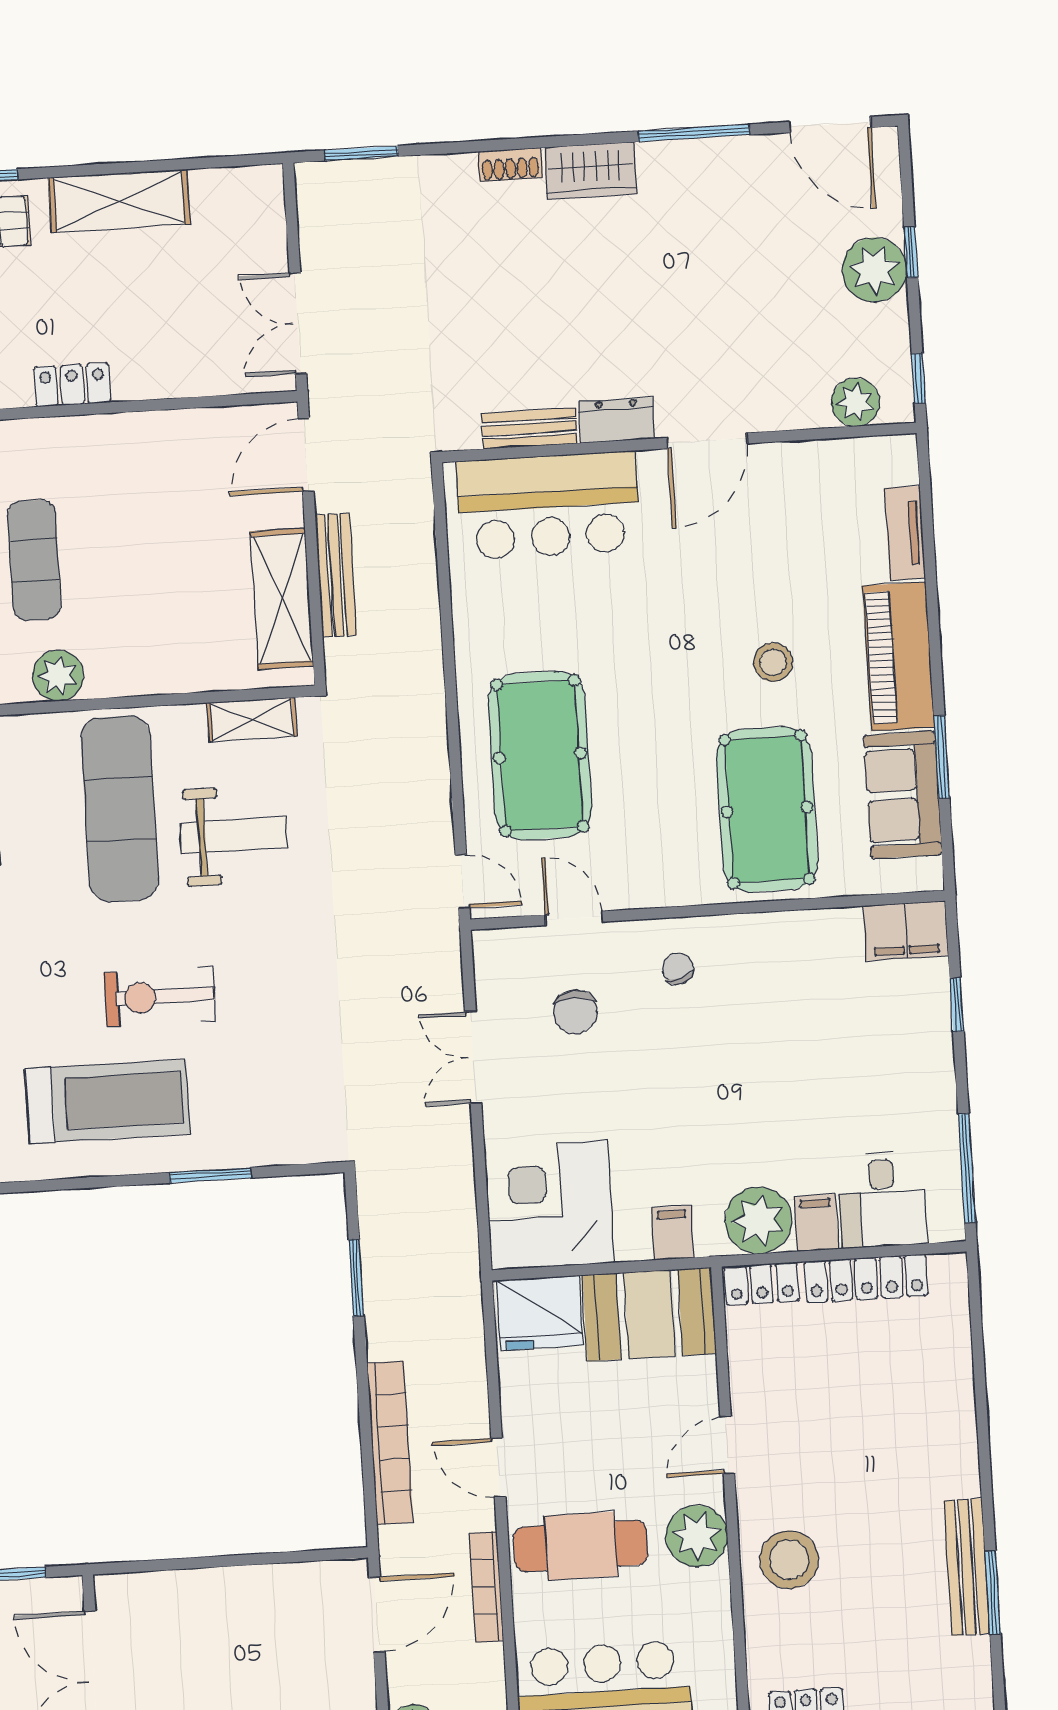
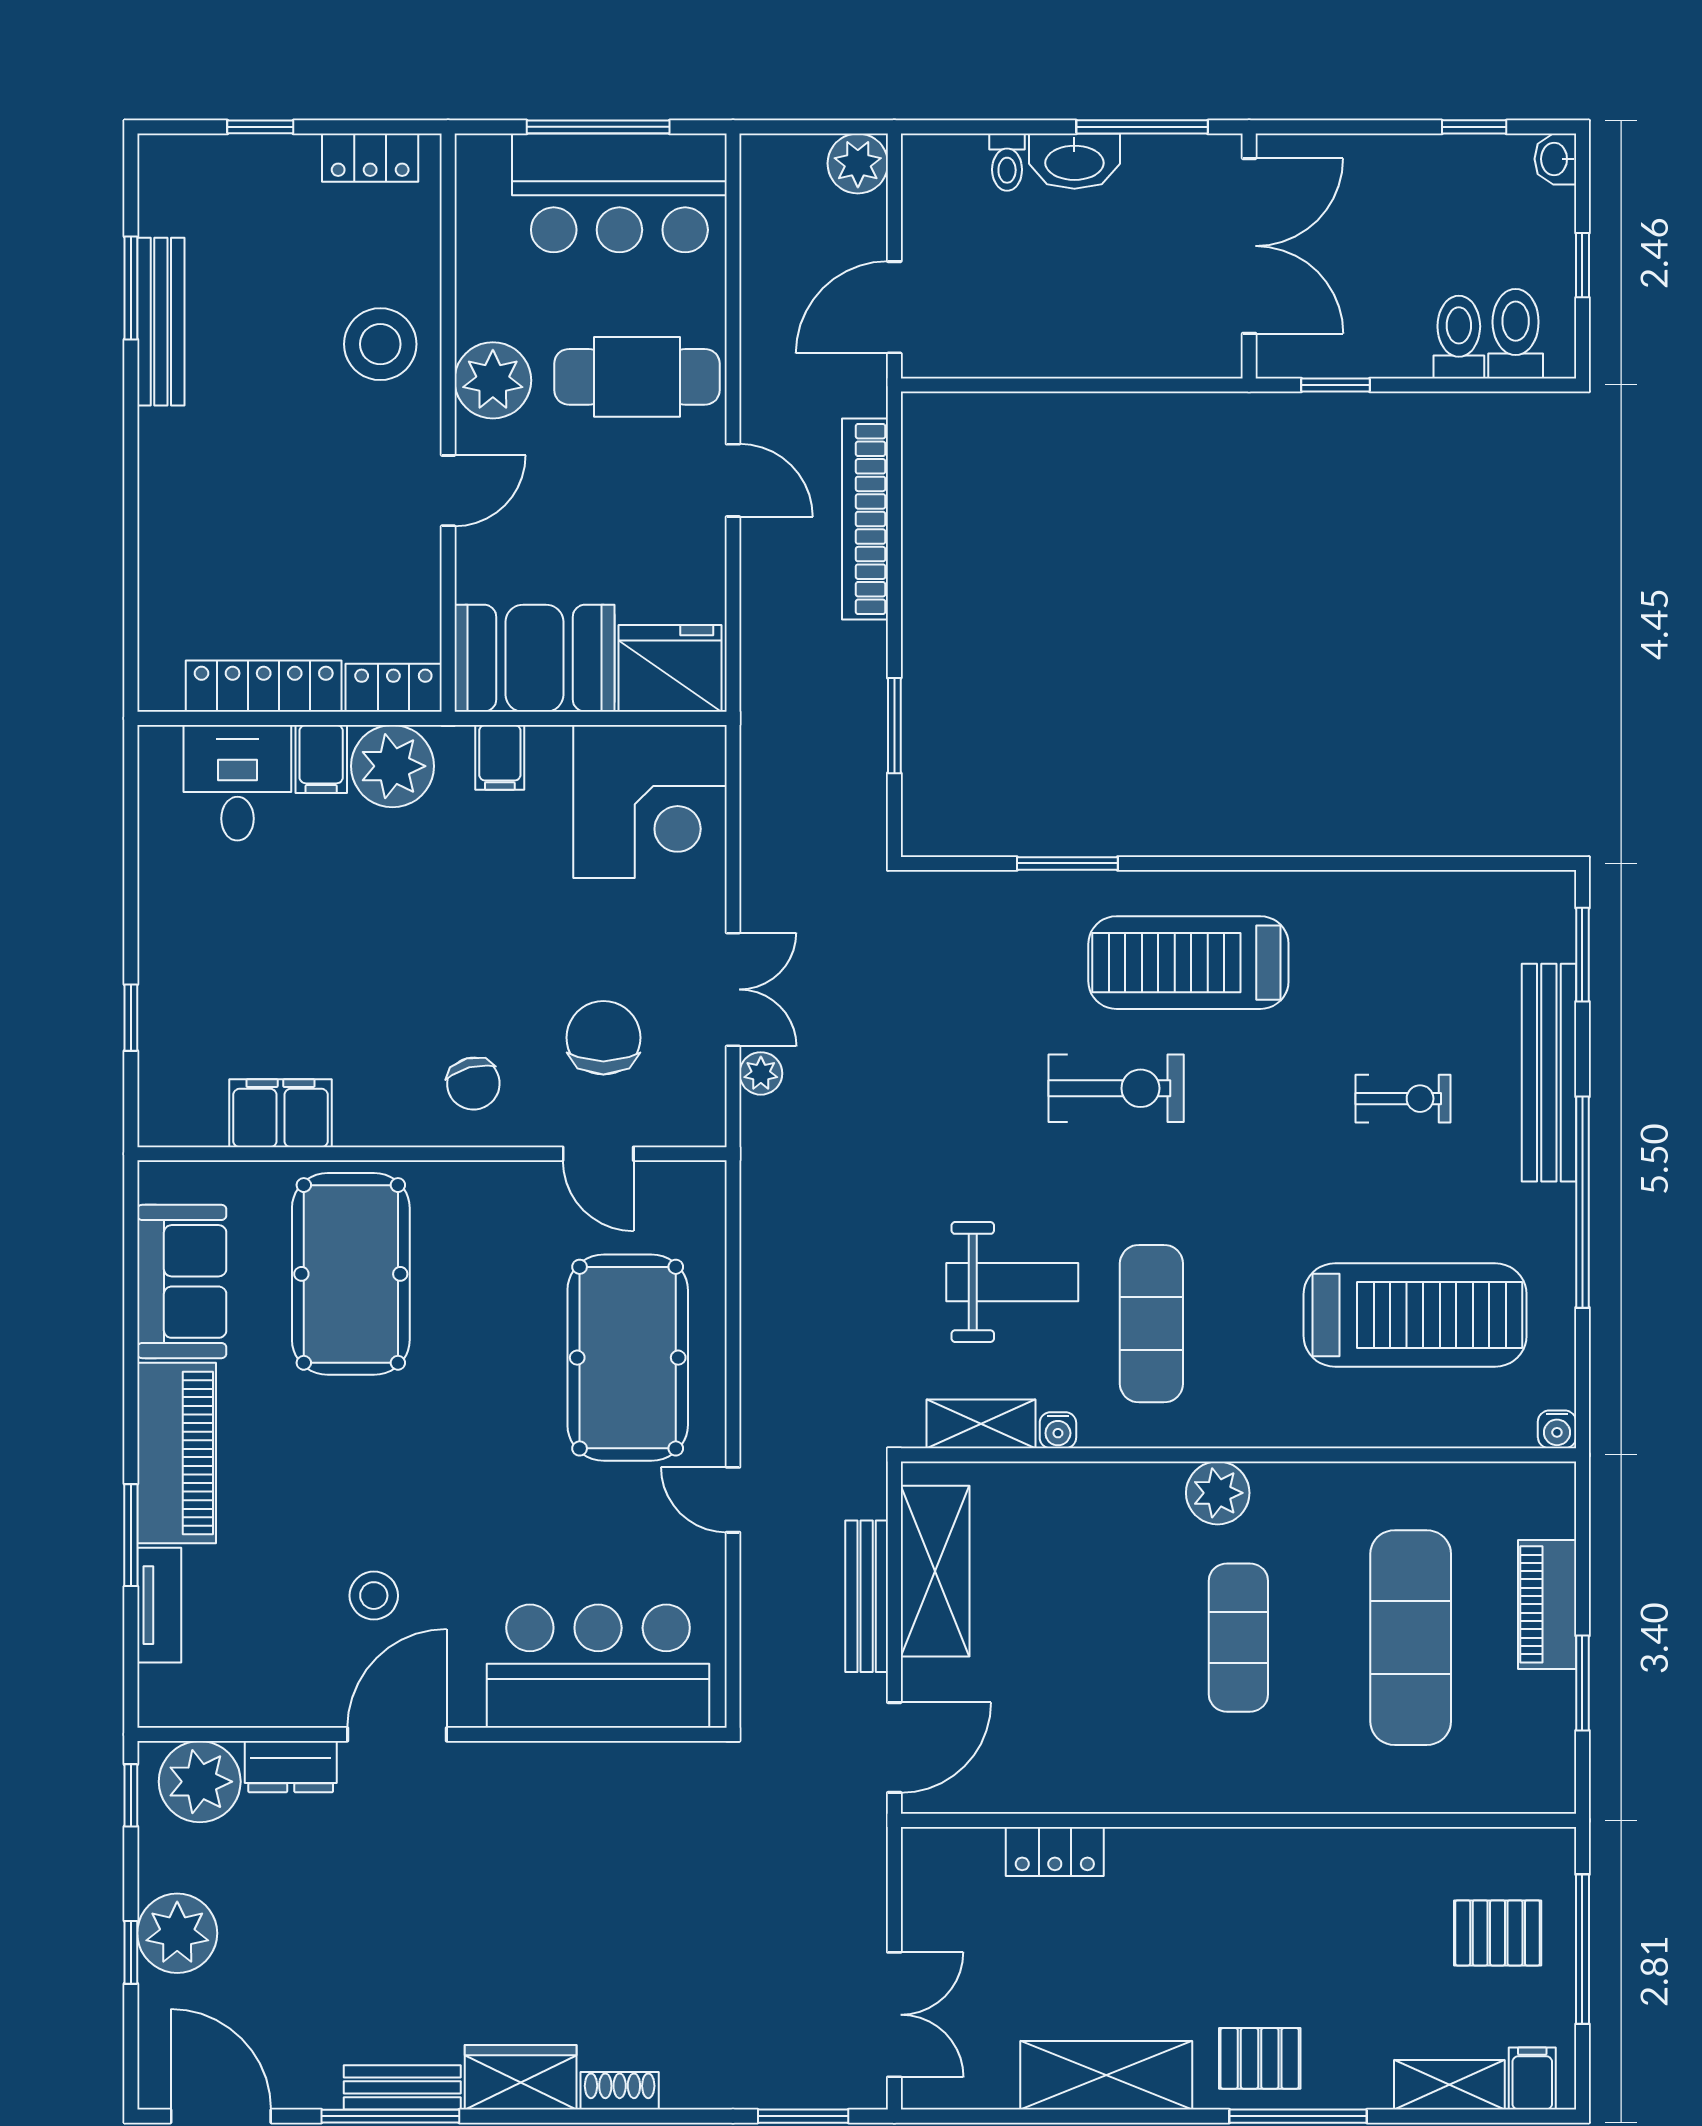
double door: (298, 323) -> (894, 2015), moved
locker: (72, 385) -> (1055, 1852), moved
plant: (856, 402) -> (200, 1782), width x1.36, depth x1.36
dresser: (617, 420) -> (291, 1767), moved
bench: (529, 428) -> (402, 2087), moved
stool: (773, 662) -> (374, 1596), moved
water cooler: (190, 718) -> (1058, 1430), added
window: (942, 757) -> (131, 1535), moved
exercise mat: (120, 809) -> (1151, 1324), width x0.73, depth x0.69
weight bench: (234, 835) -> (1012, 1282), turned 180
door: (462, 882) -> (733, 1500), moved
filing cabinet: (906, 931) -> (280, 1113), moved
chair: (678, 969) -> (473, 1084), width x1.37, depth x1.37
plant: (447, 991) -> (761, 1073), added
chair: (575, 1012) -> (603, 1038), width x1.37, depth x1.37
window: (967, 1168) -> (131, 815), removed
bookcase: (486, 1587) -> (757, 333), removed

